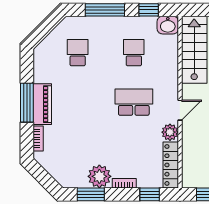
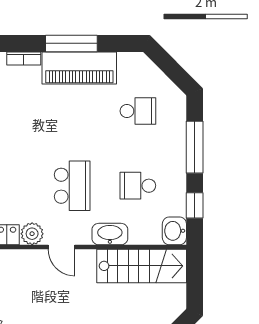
school desk: (134, 53) -> (138, 186), turned 180
washbasin: (170, 74) -> (110, 234), added
piano: (42, 104) -> (79, 68), width x1.37, depth x1.33

